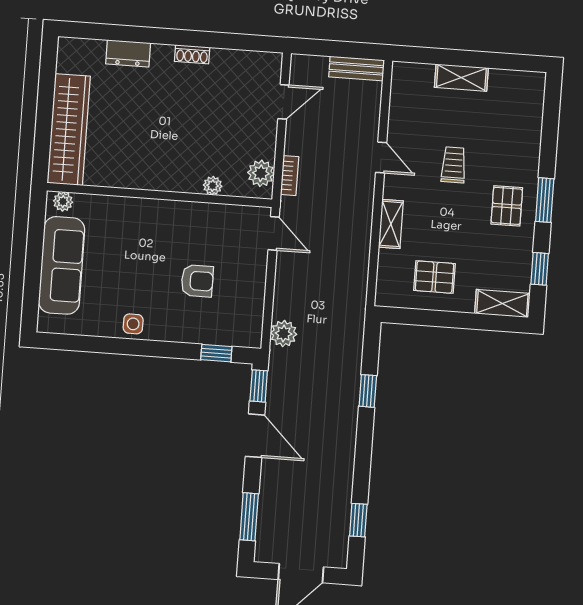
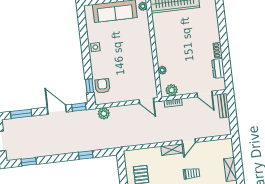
dresser: (128, 53) -> (218, 68), moved
bench: (357, 68) -> (223, 106), moved
shelving: (391, 224) -> (172, 150), moved
door: (274, 233) -> (147, 101), hinge flipped
armchair: (197, 281) -> (102, 86), moved, turned 180
door: (255, 436) -> (57, 110), swing flipped

